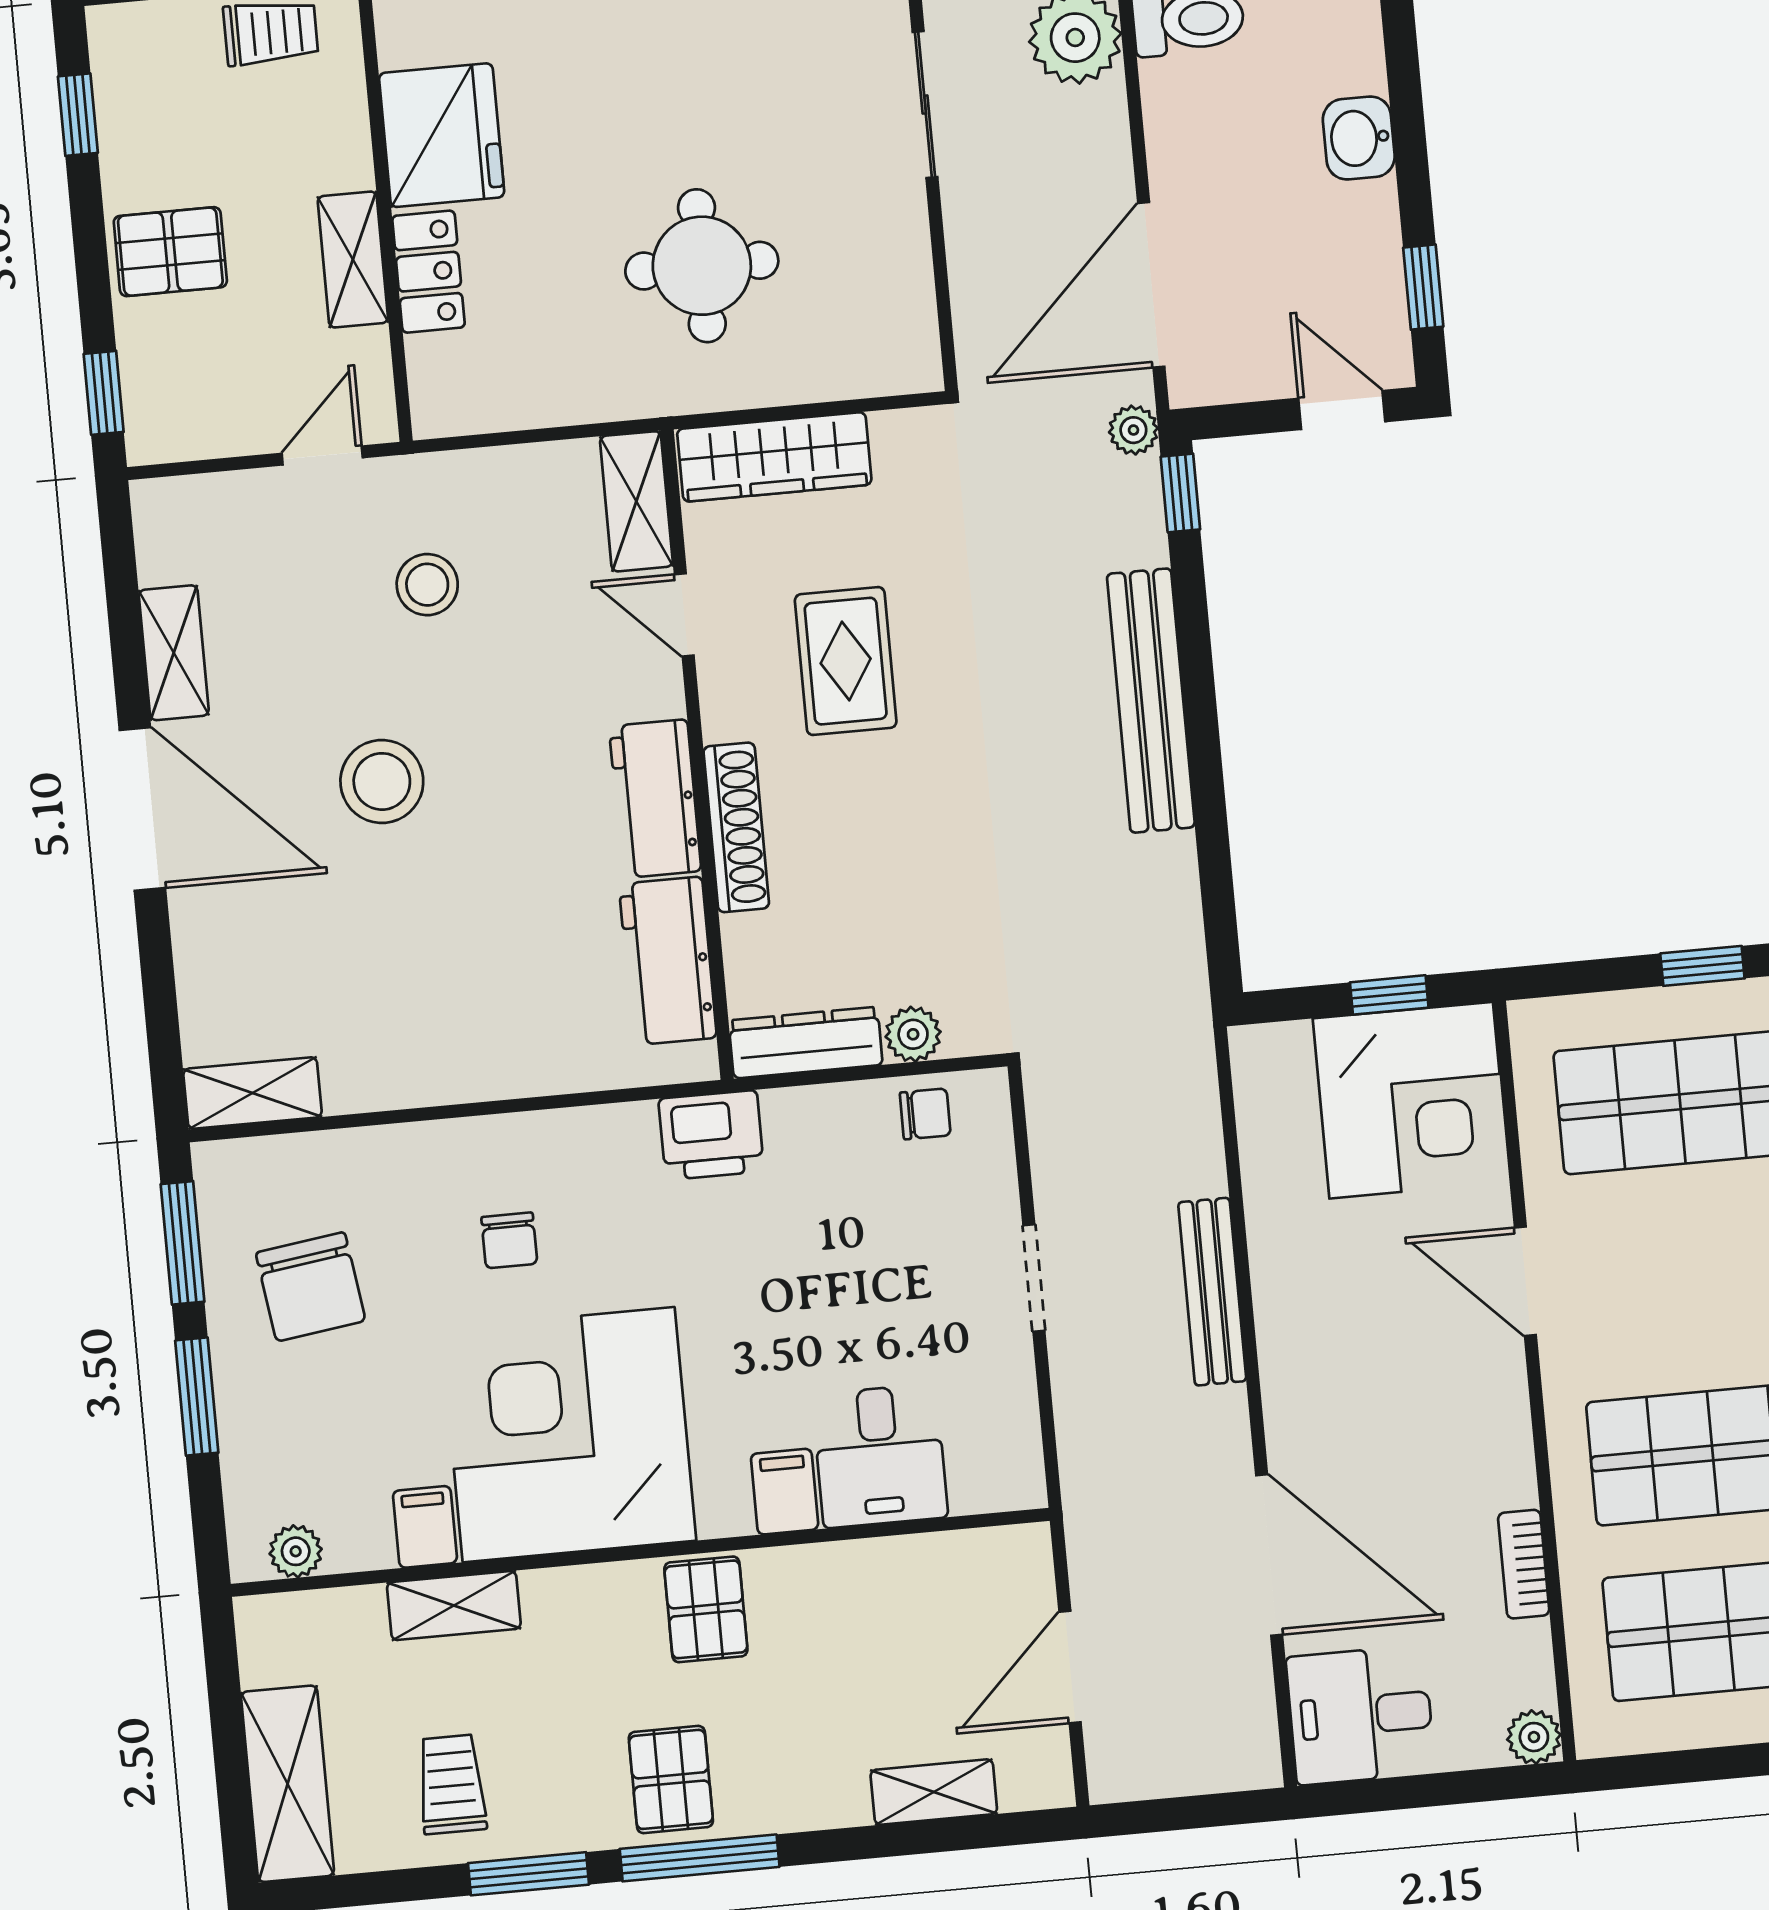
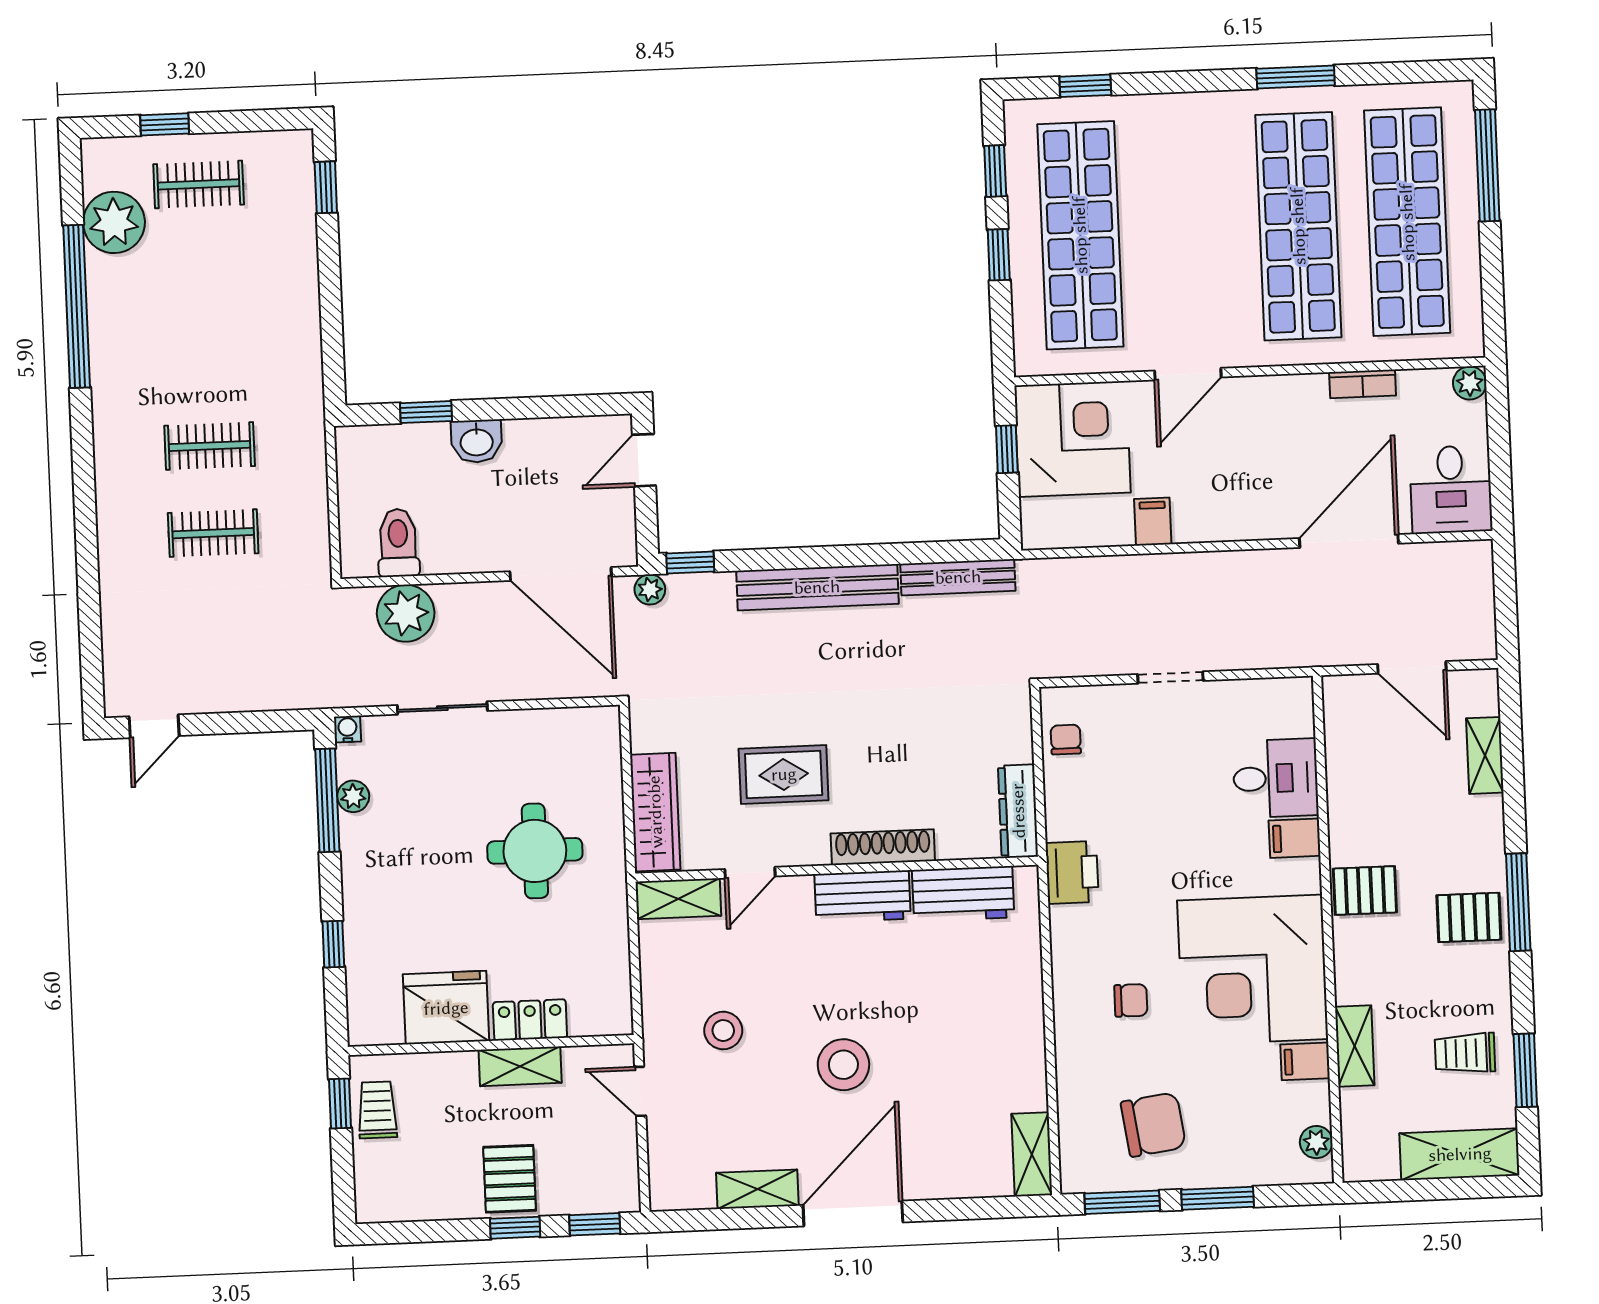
window: (78, 115) -> (515, 1228), moved
window: (1423, 287) -> (426, 412), moved
plant: (913, 1034) -> (1016, 745), removed
filing cabinet: (1284, 1237) -> (1153, 522), added
bench: (1212, 1292) -> (958, 577), moved
window: (529, 1874) -> (1525, 1070), moved

